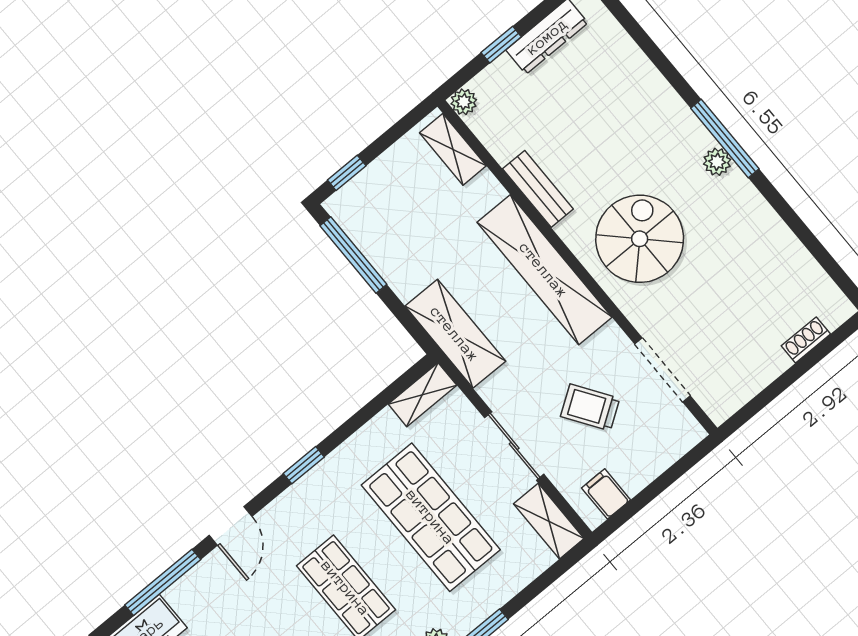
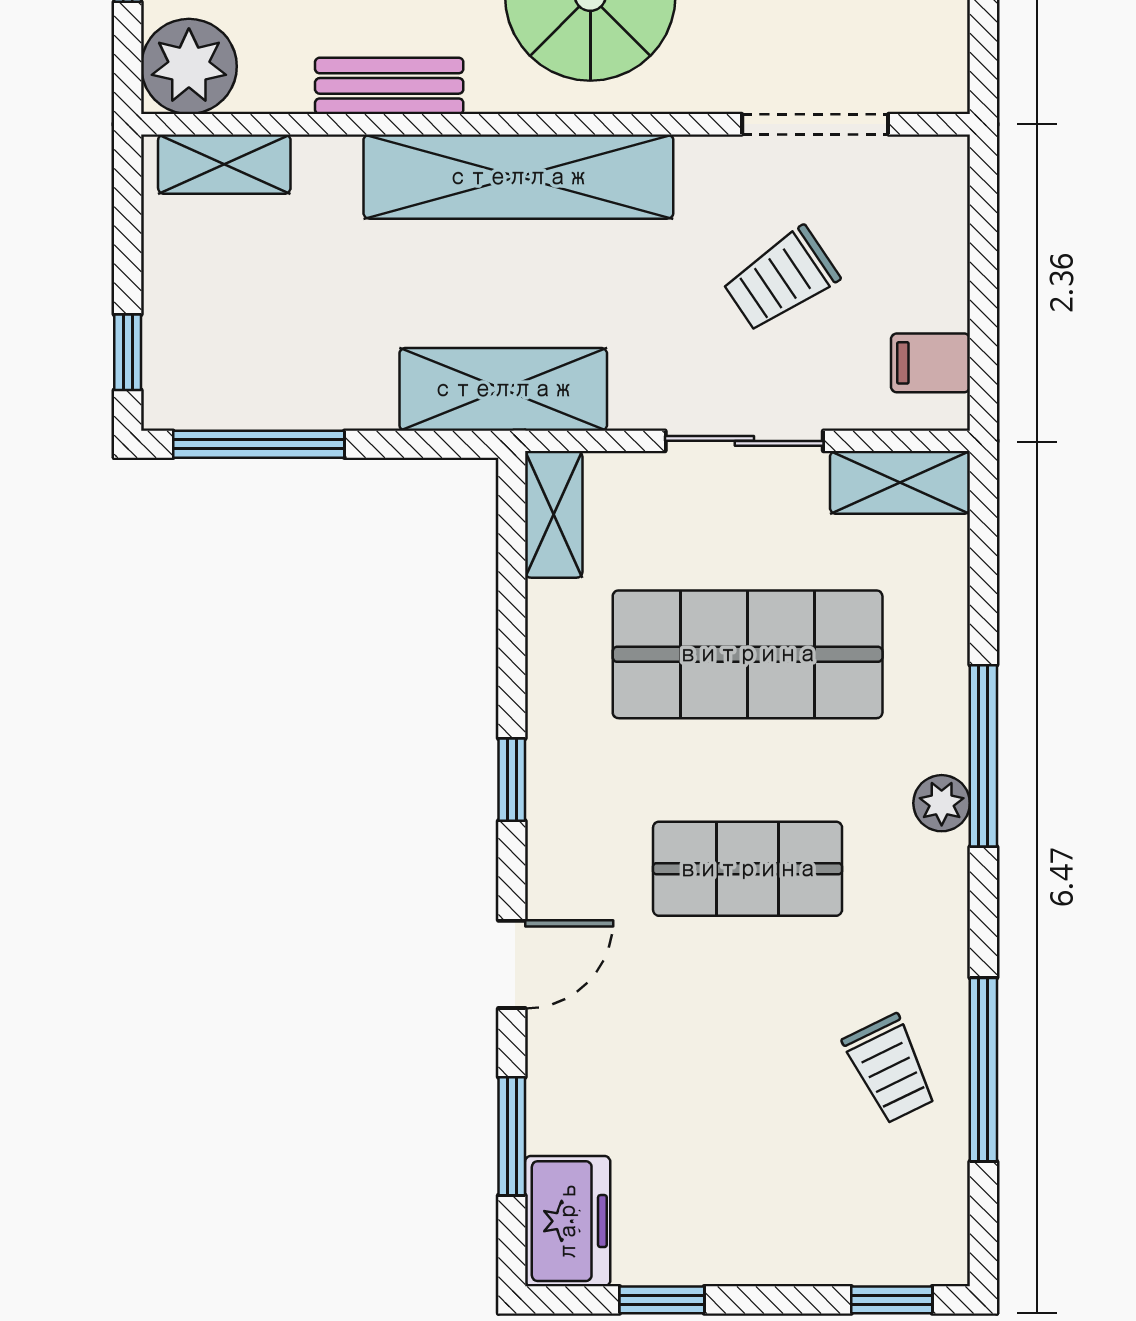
plant: (464, 102) -> (189, 66), width x1.88, depth x1.88
door: (231, 526) -> (512, 964), hinge flipped
window: (163, 582) -> (512, 1136), width x0.69

